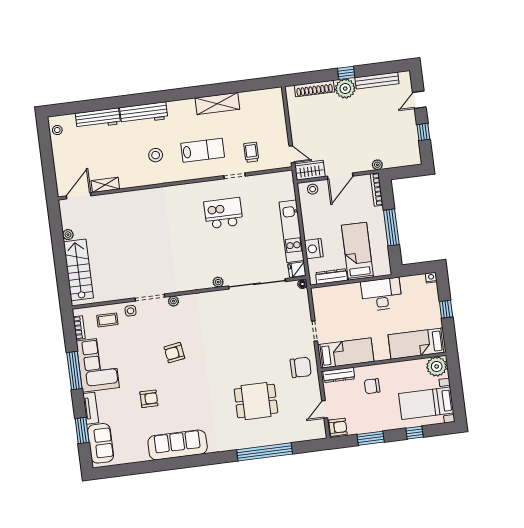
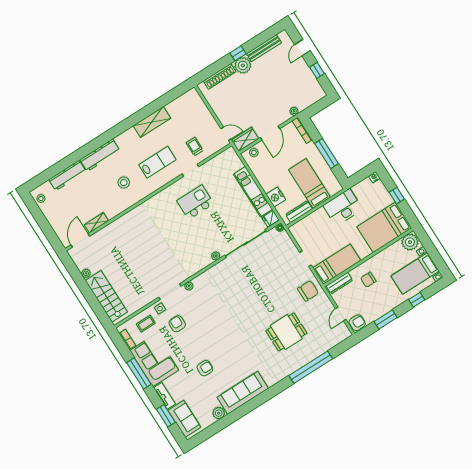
bed: (417, 344) -> (384, 227), width x1.50
armchair: (174, 353) -> (177, 324), moved, turned 99
plant: (141, 455) -> (219, 413), added

